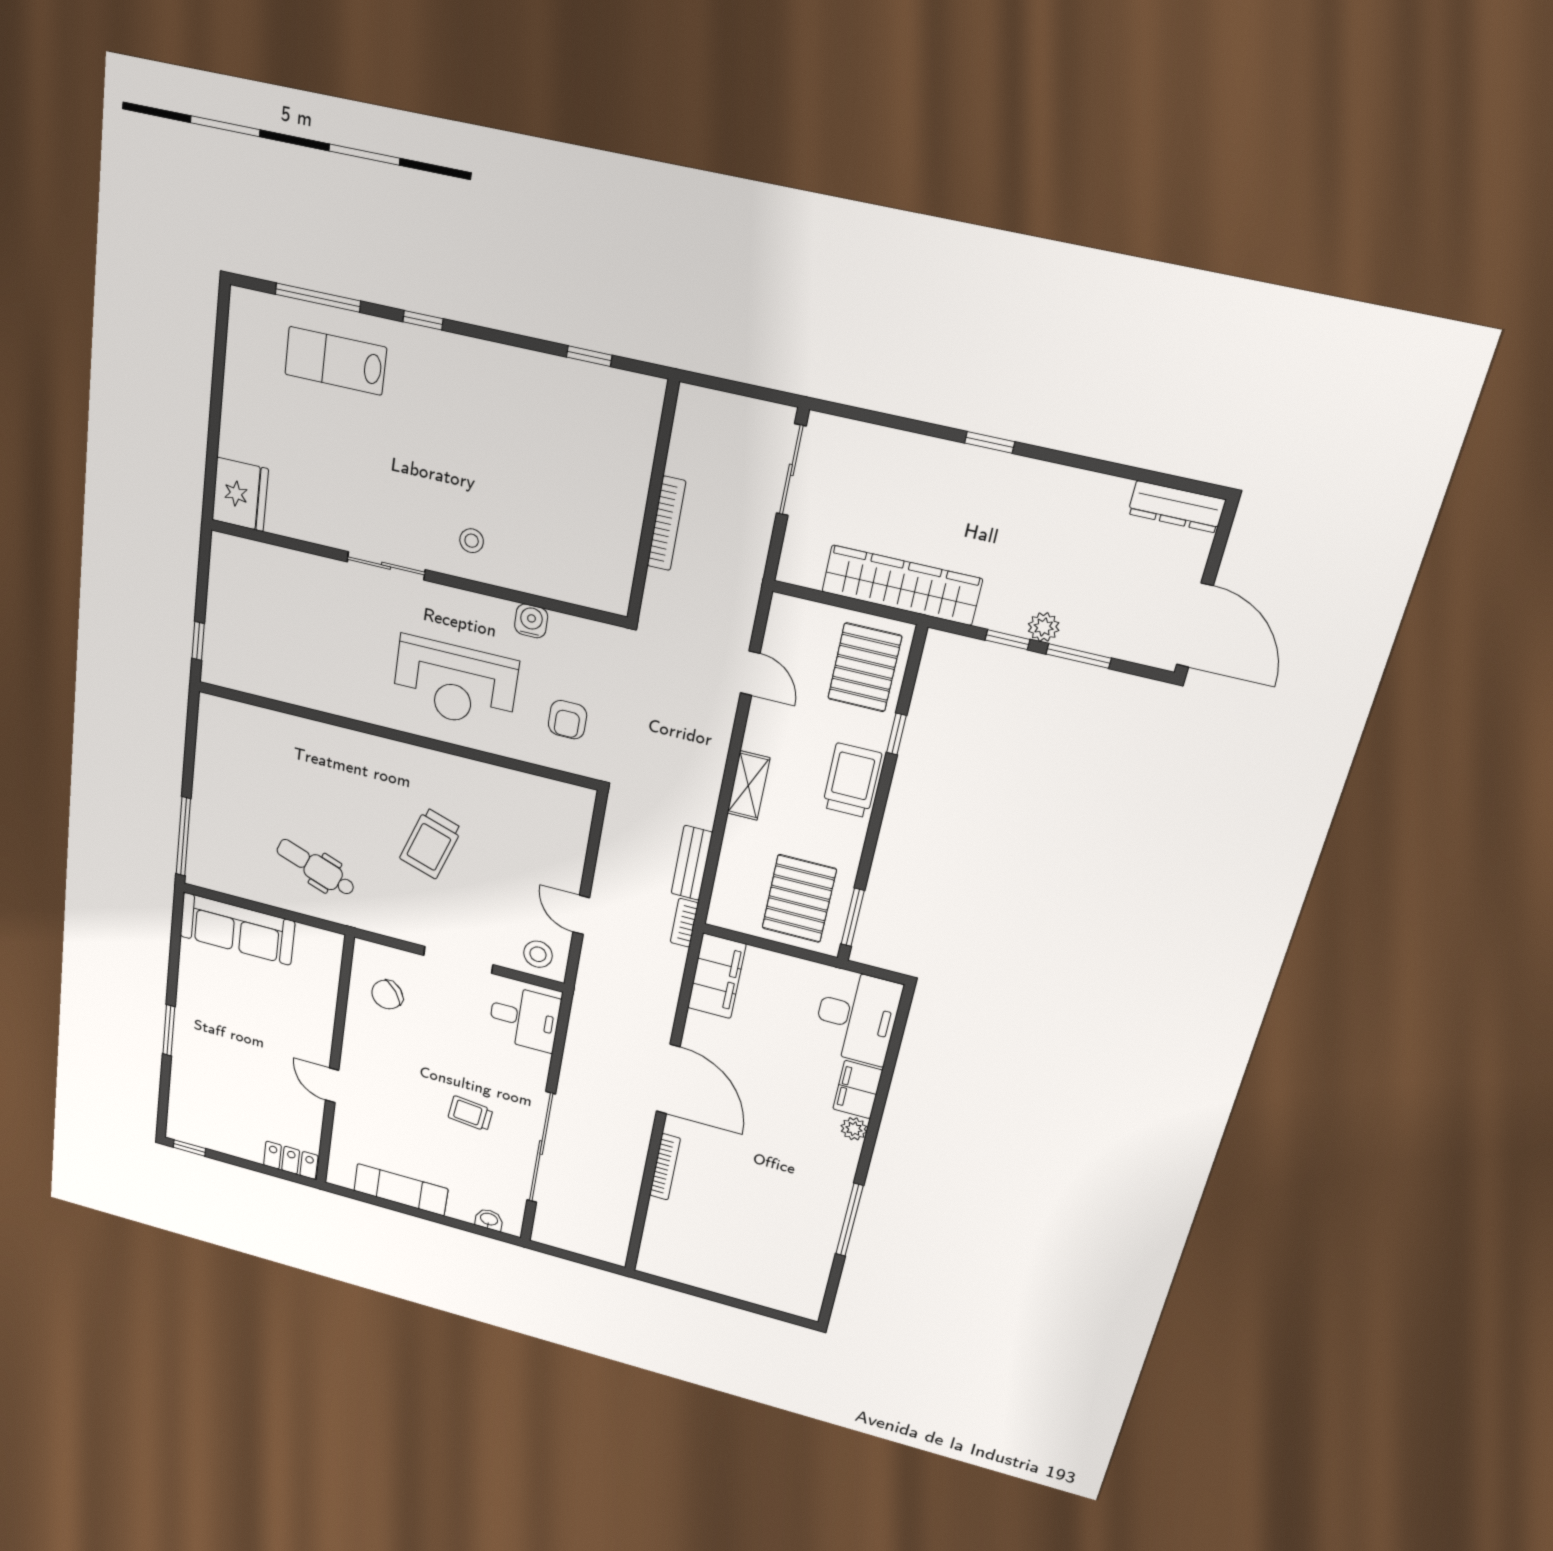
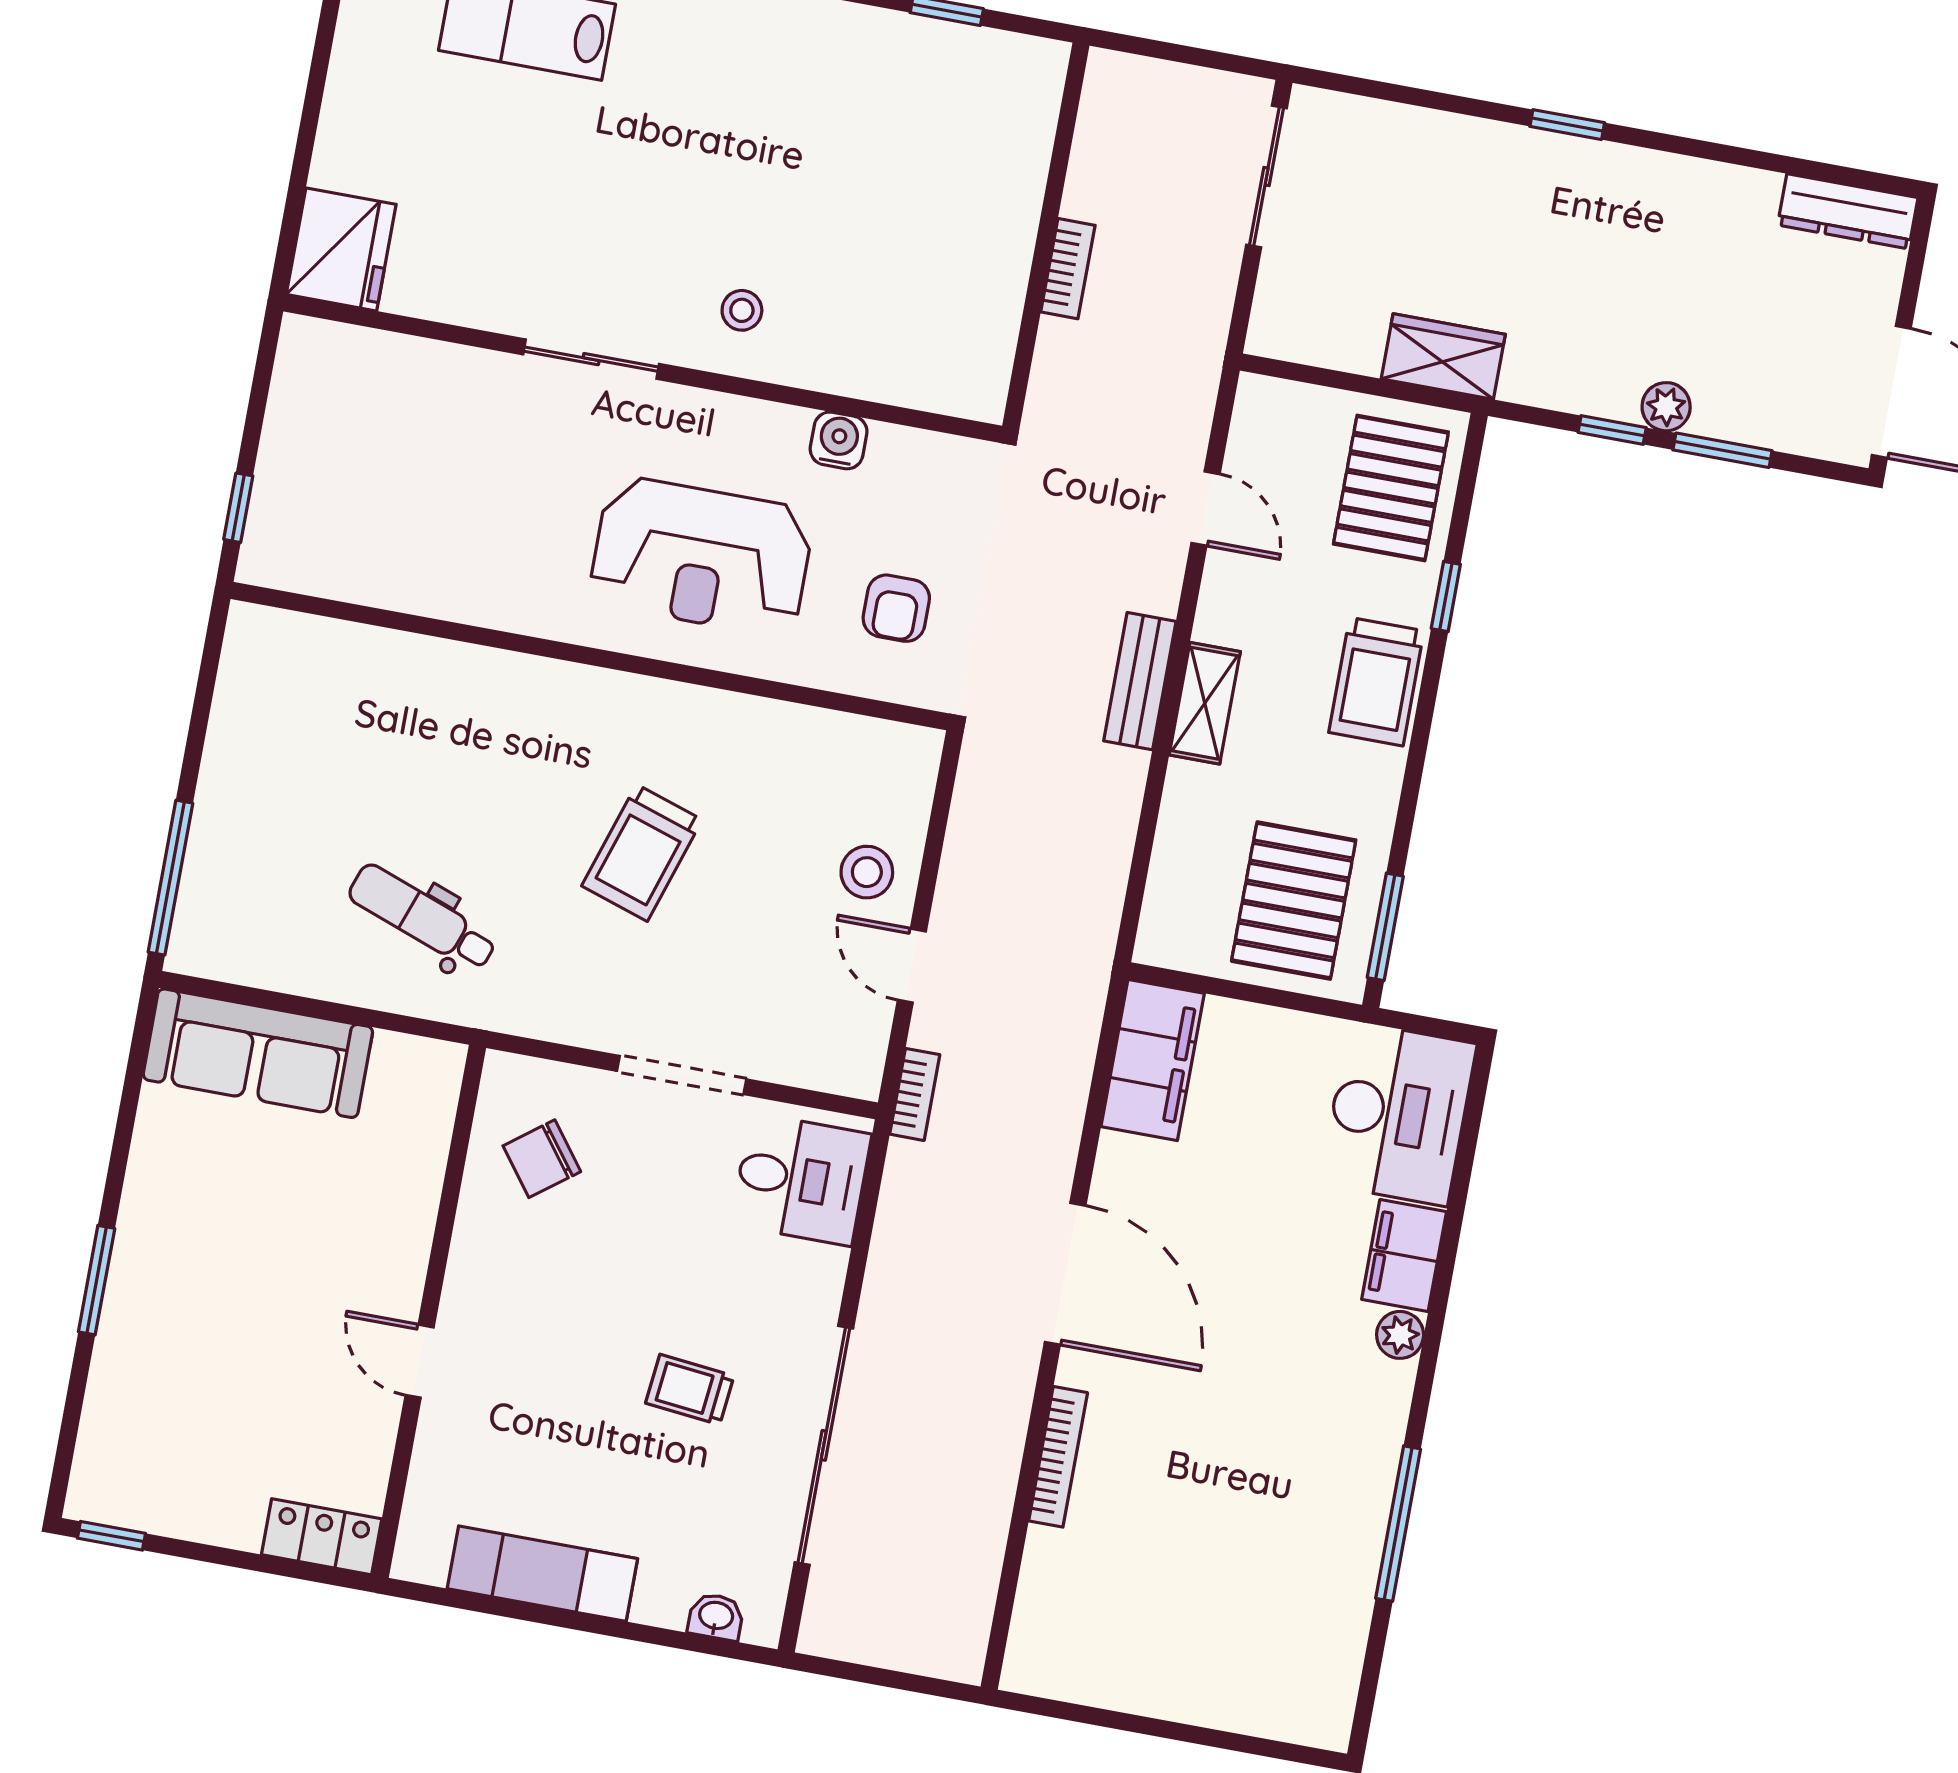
bookcase: (666, 523) -> (1068, 269), width x0.64
wardrobe: (902, 585) -> (1443, 357), width x0.48, depth x0.85
trolley: (852, 780) -> (1376, 682), turned 180
bench: (692, 863) -> (1140, 681), moved
bookcase: (684, 923) -> (915, 1094), moved, turned 180
stool: (538, 954) -> (867, 872), moved

